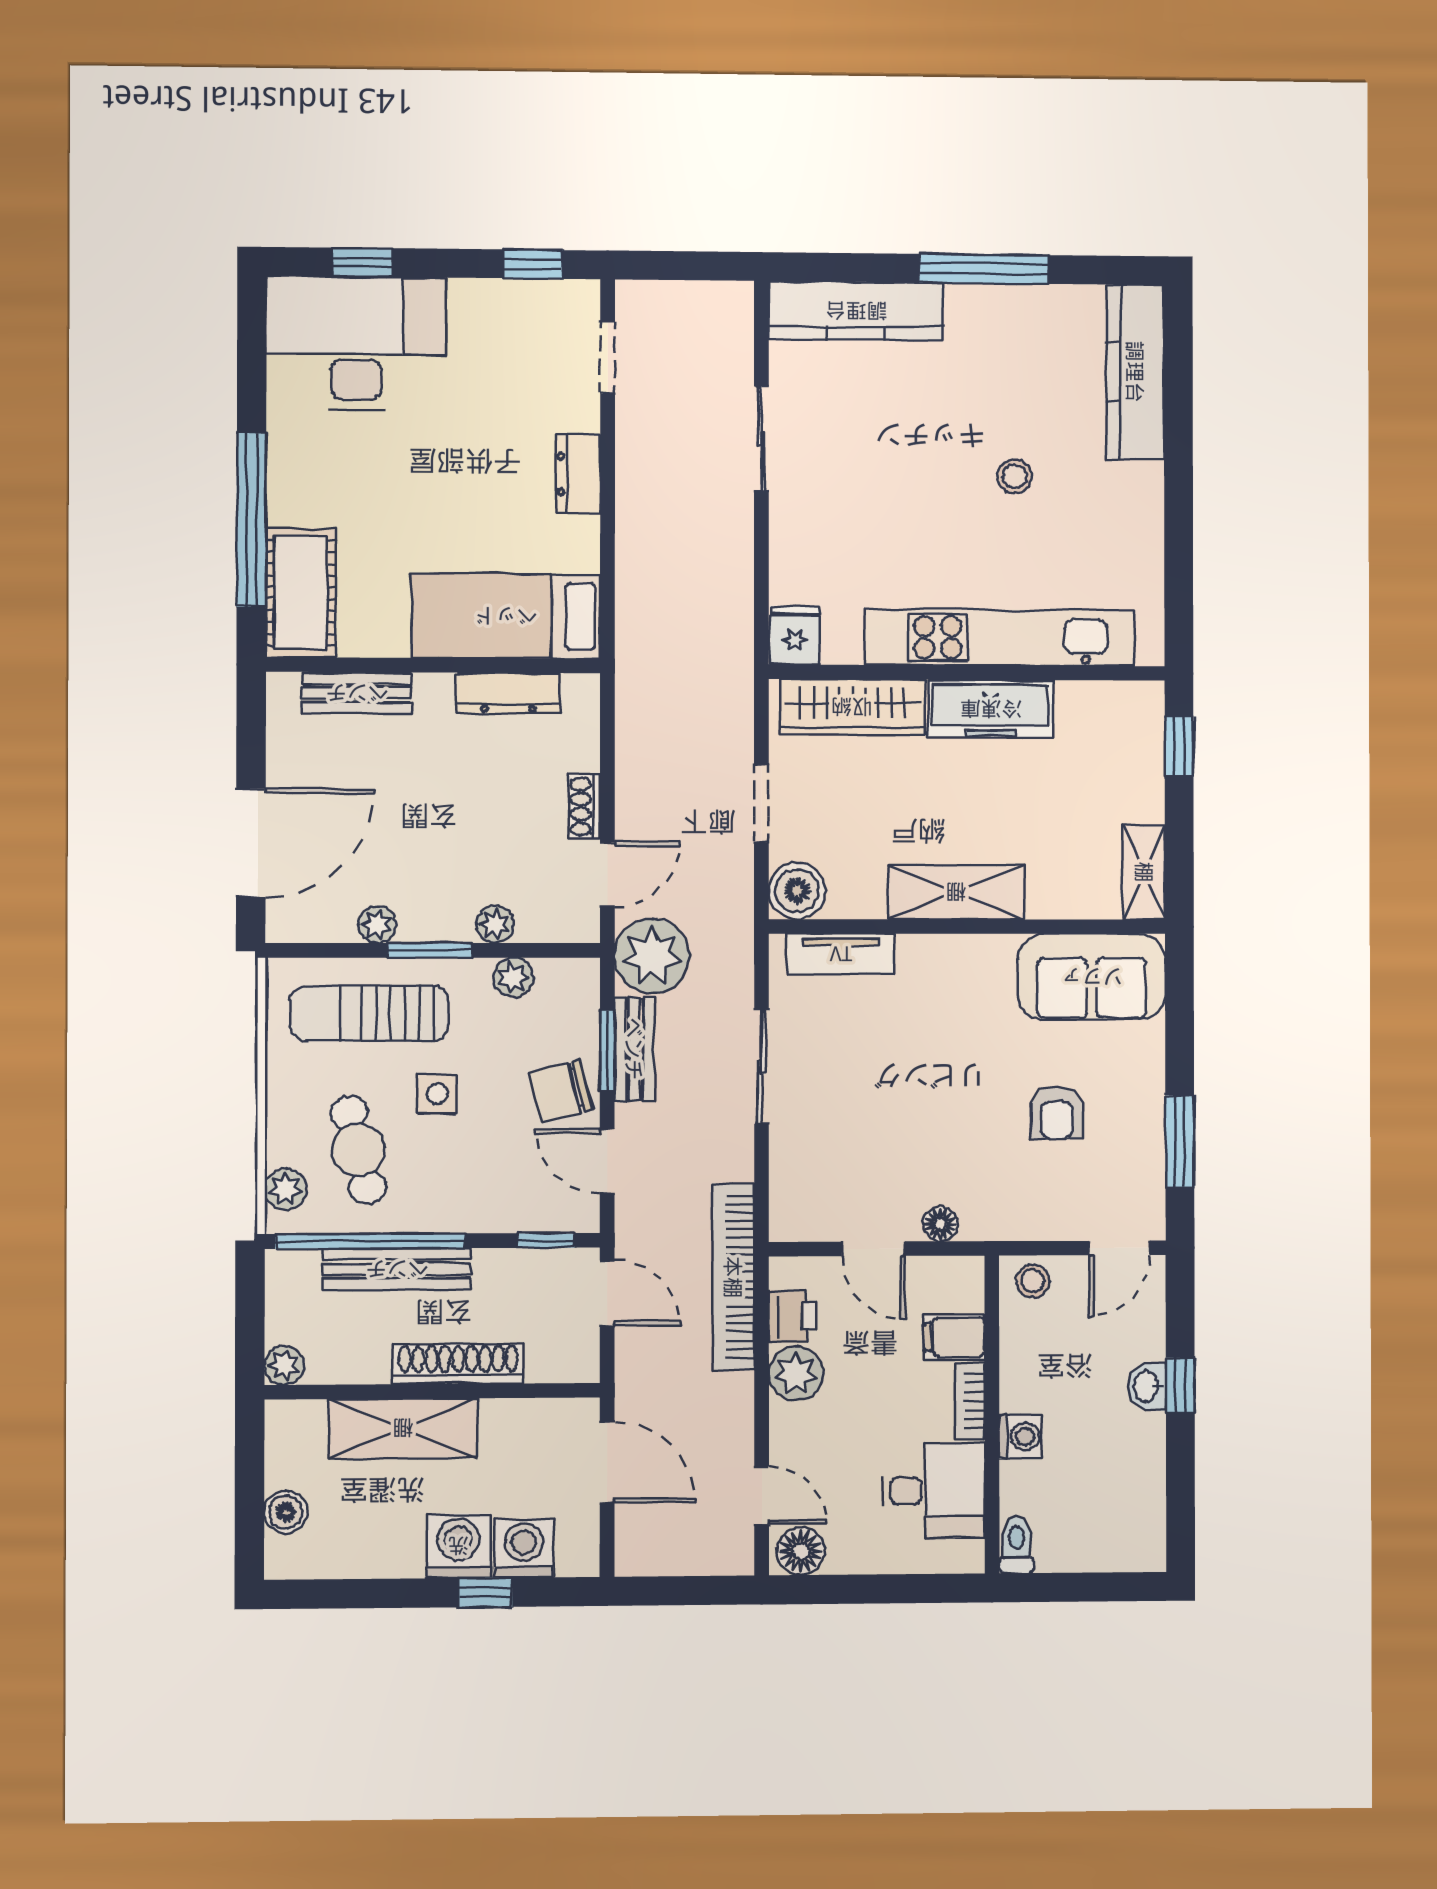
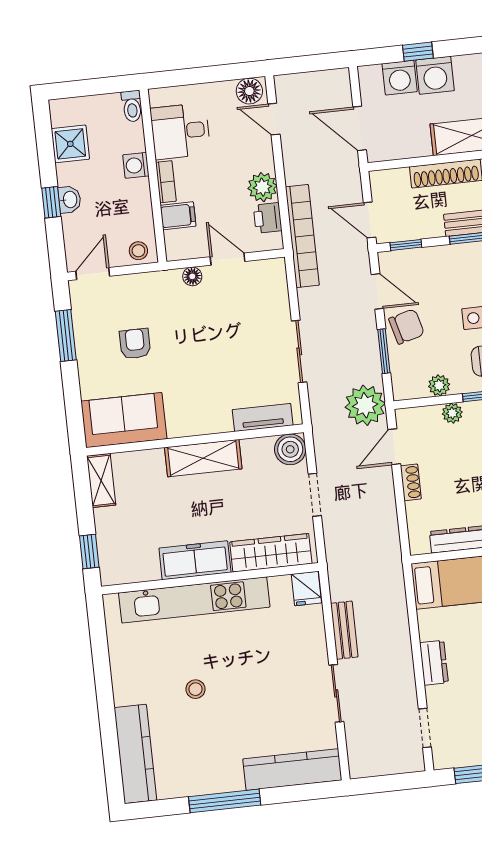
bench: (634, 1049) -> (344, 630), moved
shower: (1135, 1488) -> (70, 144), added

